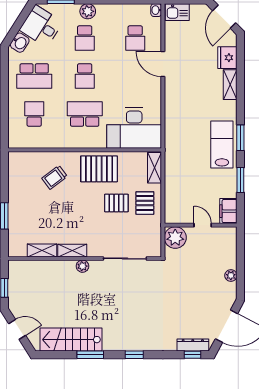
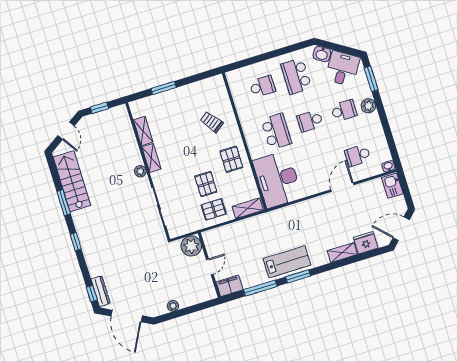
school desk: (85, 38) -> (344, 110), turned 180
pallet: (99, 169) -> (231, 159), width x0.67, depth x0.71
window: (240, 180) -> (260, 288), width x1.44

